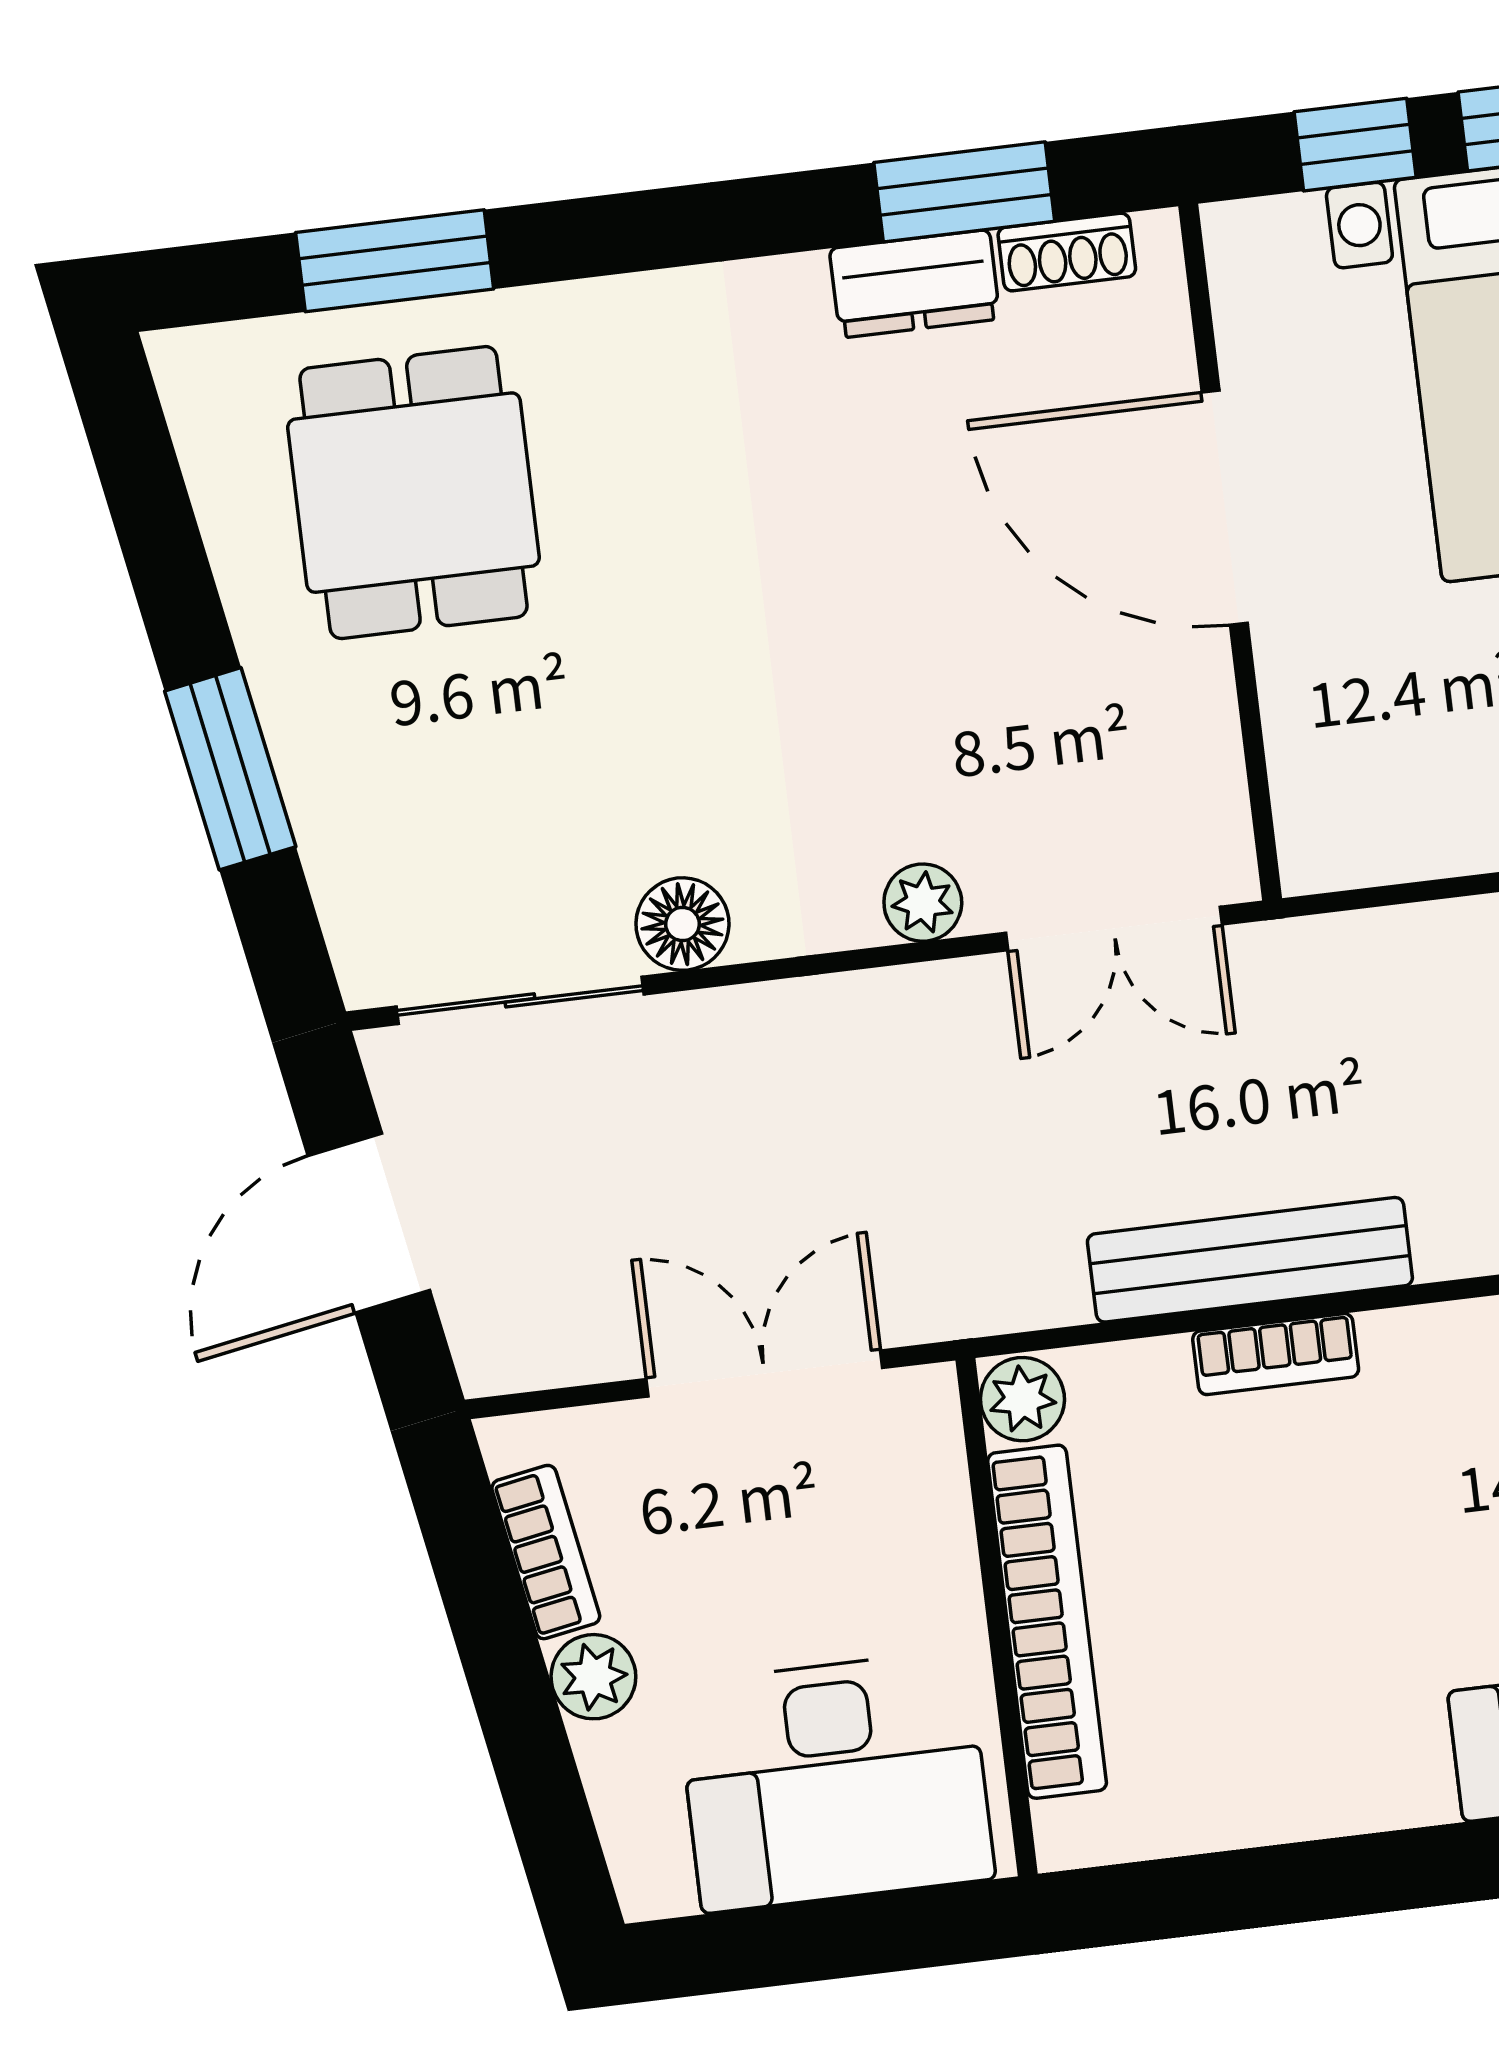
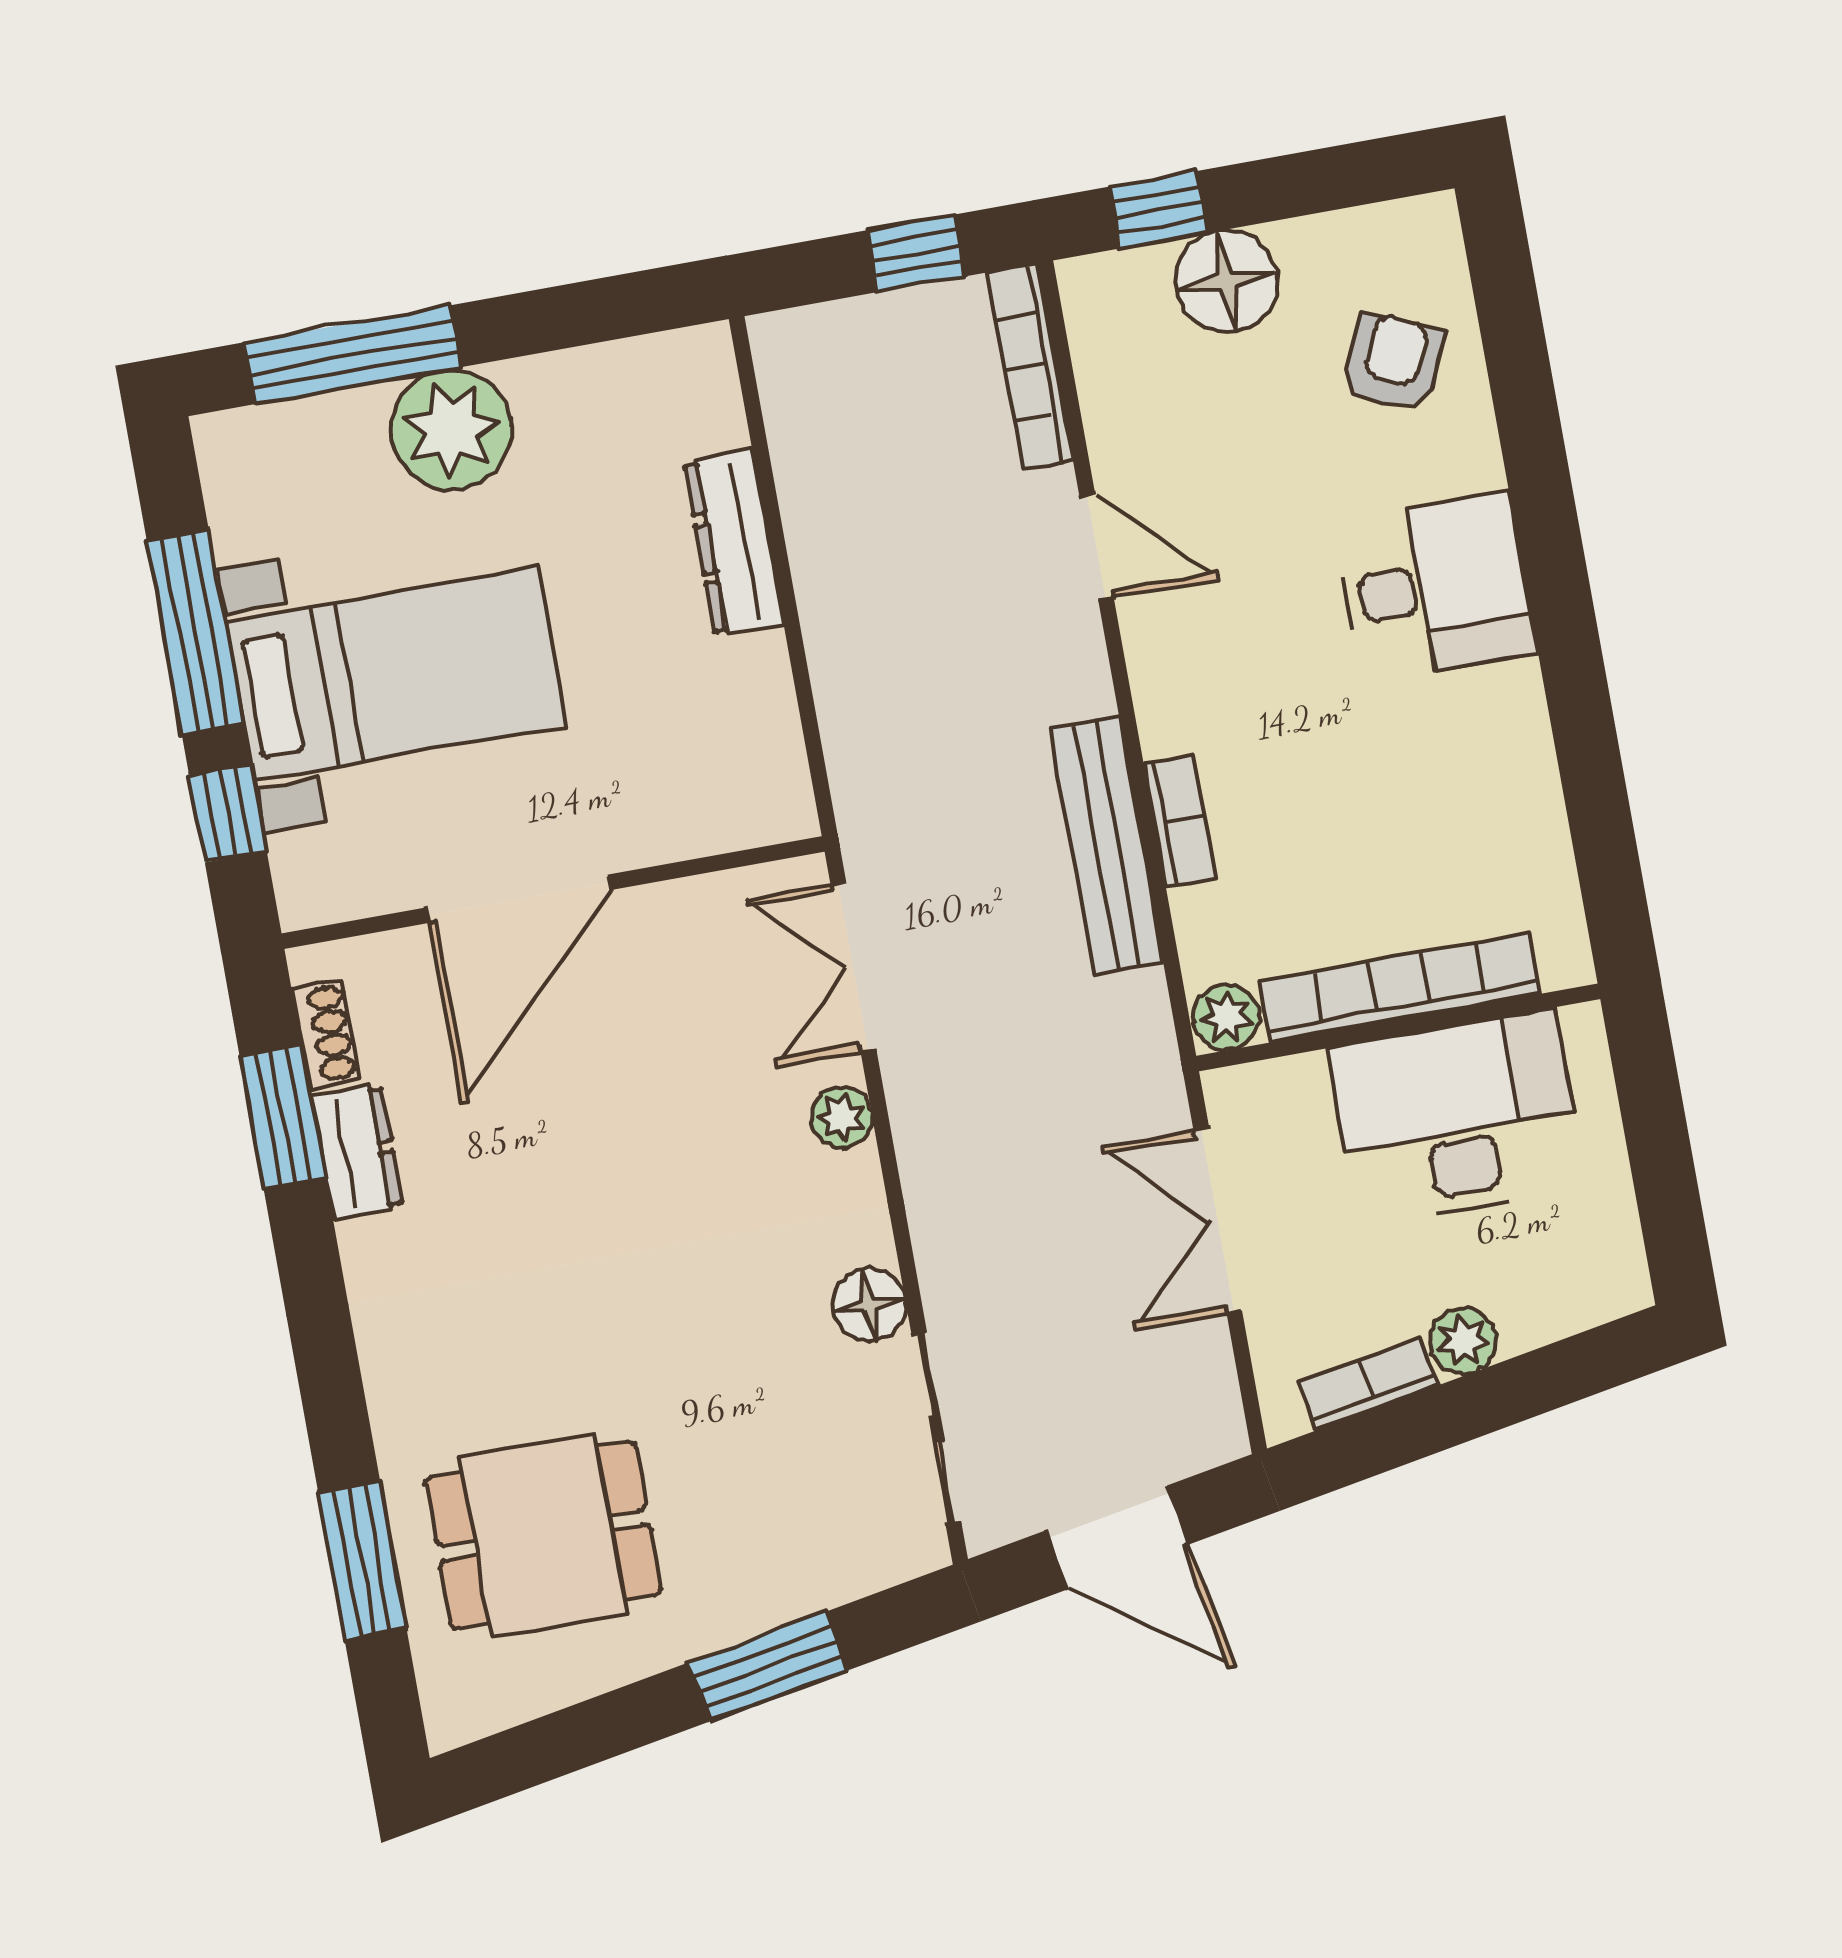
double door: (1114, 929) -> (853, 967), swing flipped
desk: (835, 1781) -> (1457, 1118), moved, turned -90

